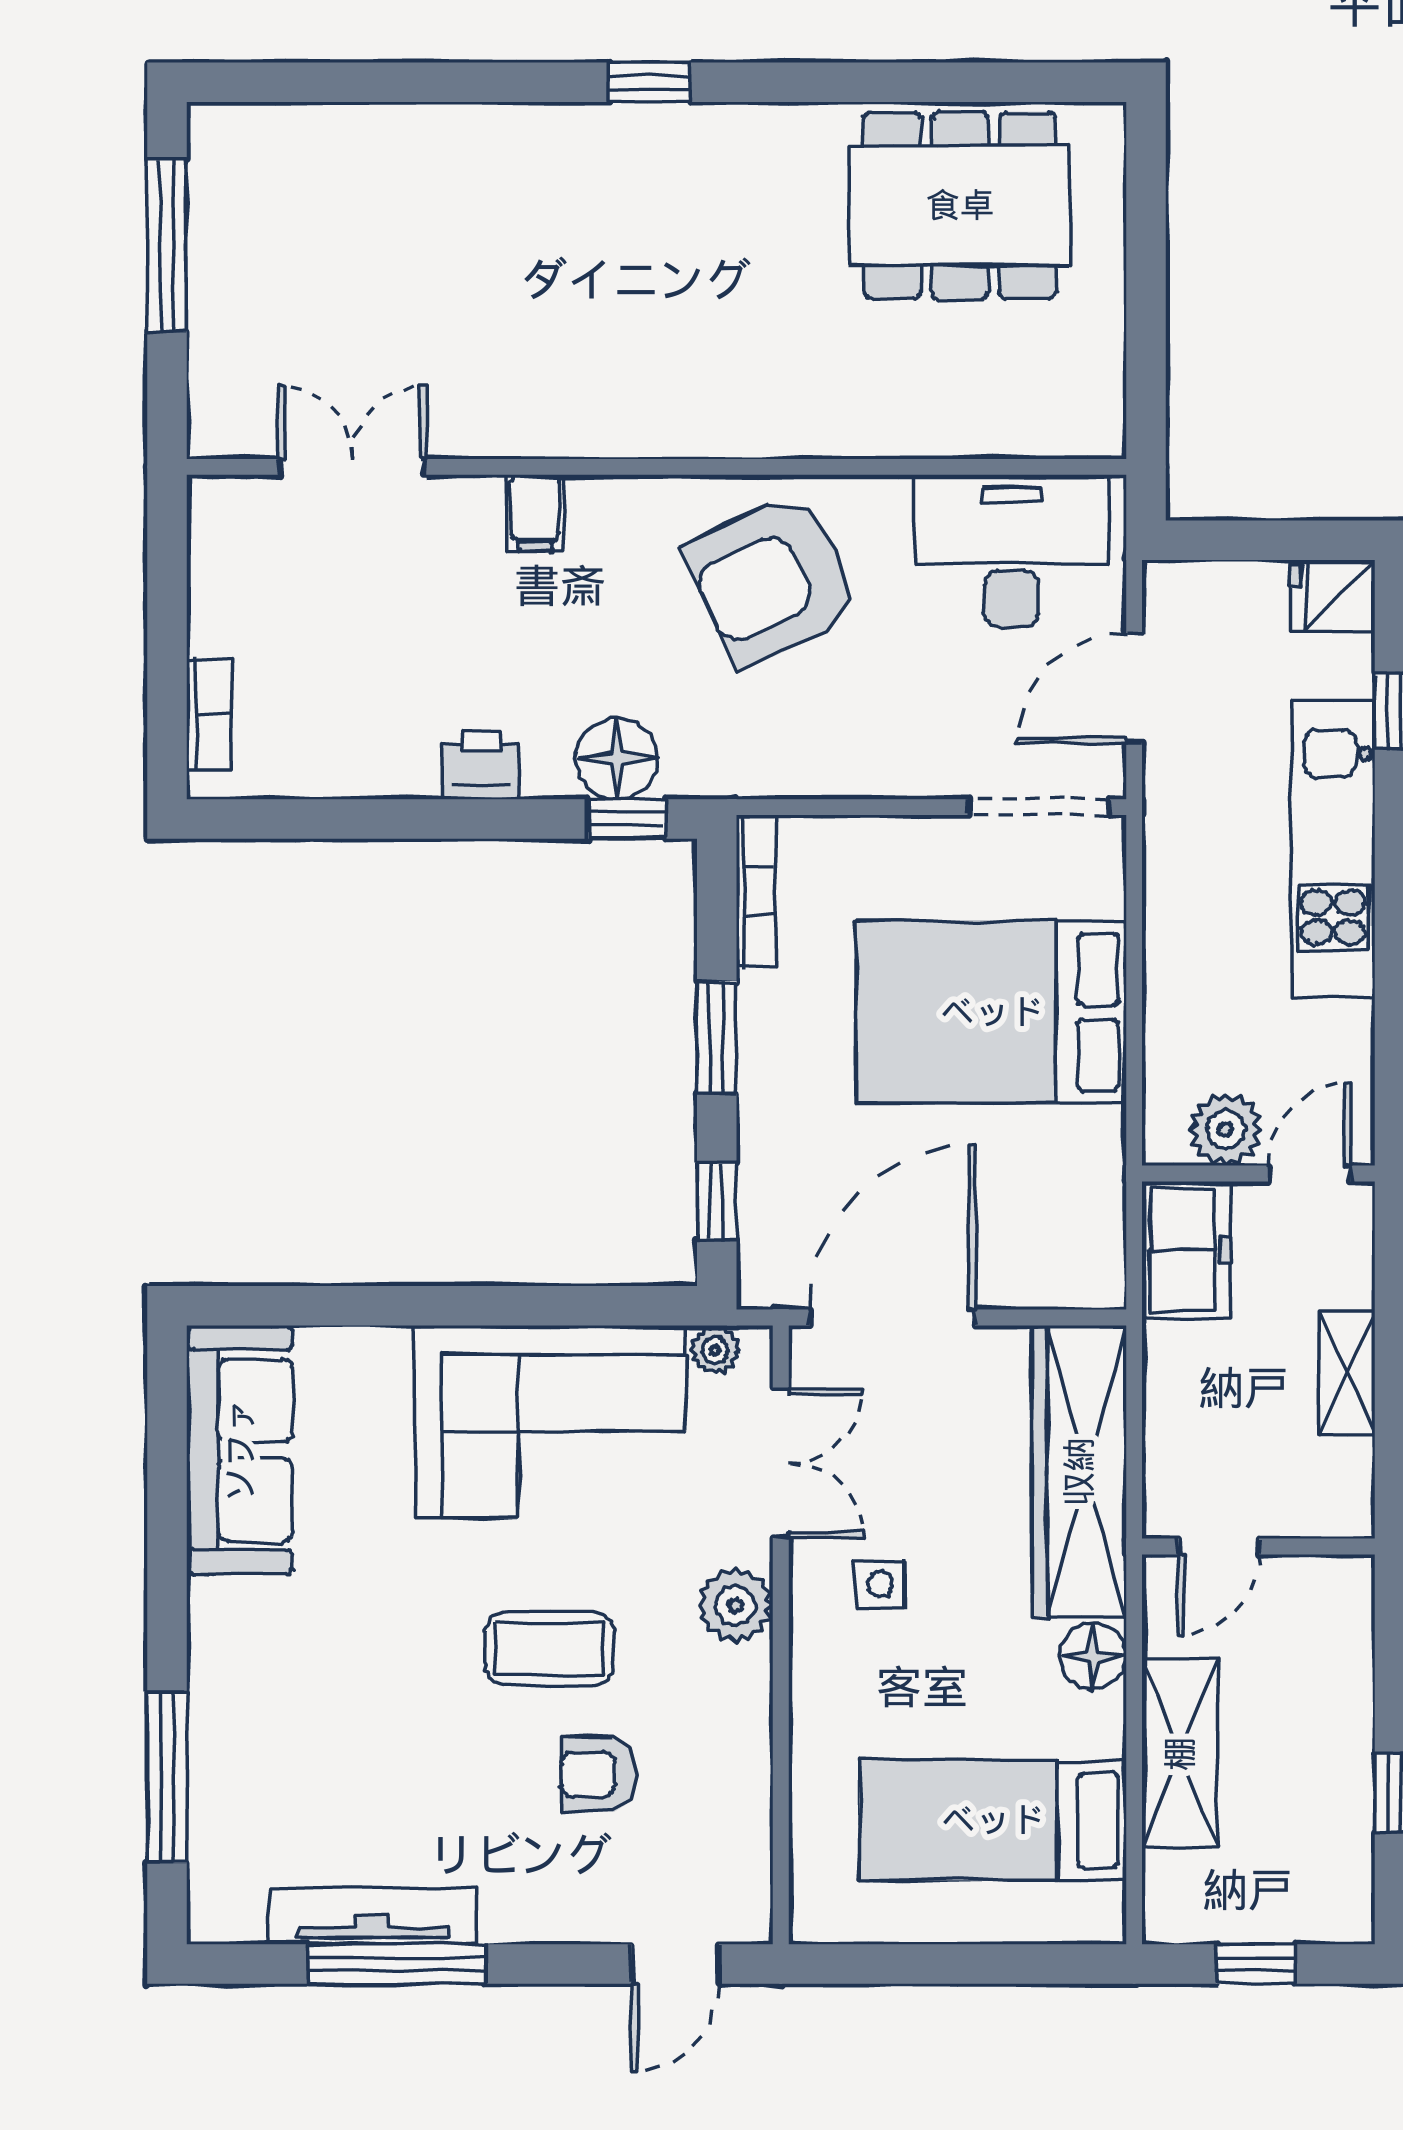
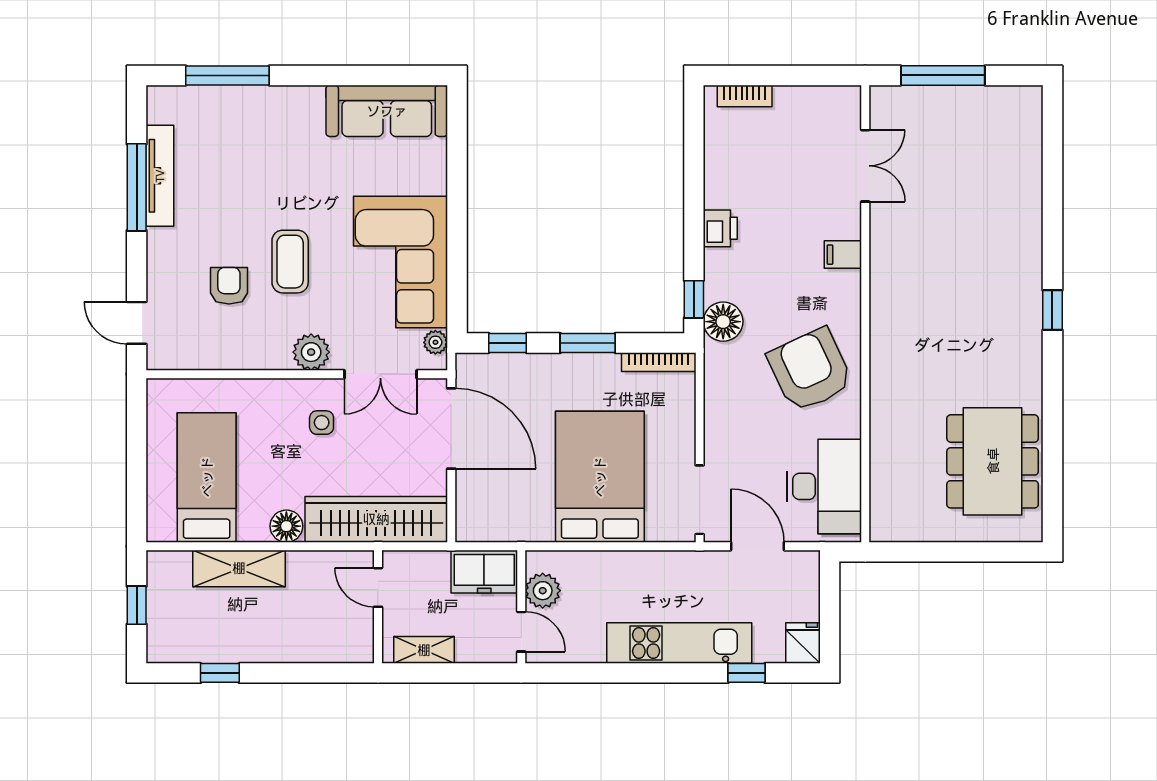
window: (167, 245) -> (943, 75), moved
floor lamp: (617, 759) -> (723, 322), moved
door: (1219, 1547) -> (378, 587), moved
wall: (1258, 1547) -> (378, 607), moved

